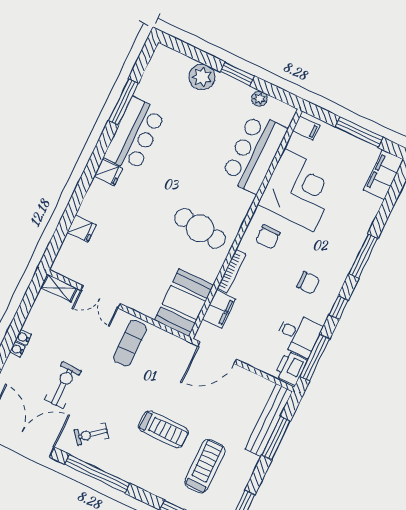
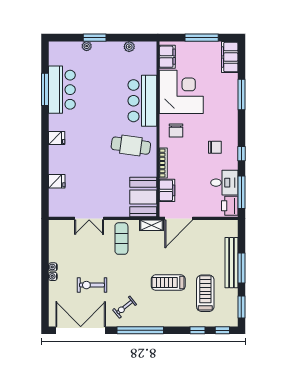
window: (237, 74) -> (95, 38), moved
plant: (202, 77) -> (87, 46), width x0.53, depth x0.53
filing cabinet: (306, 128) -> (167, 57), width x2.00
bar counter: (135, 135) -> (62, 90), moved
bar counter: (254, 153) -> (142, 101), moved
window: (363, 256) -> (241, 95), moved
shelving: (59, 288) -> (151, 225), moved
exercise bike: (63, 385) -> (92, 285), turned -90
bench: (269, 420) -> (232, 263), moved
treadmill: (163, 429) -> (168, 283), turned 180
window: (276, 438) -> (241, 268), moved

